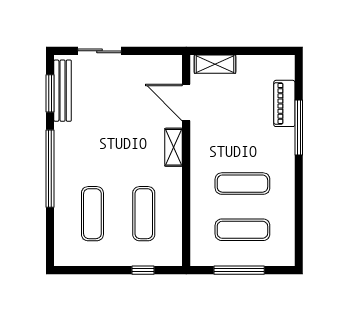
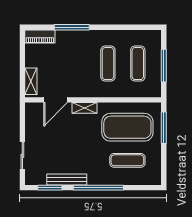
bench: (63, 91) -> (67, 180), moved
piano: (284, 103) -> (40, 36), moved
exercise mat: (144, 214) -> (127, 127), width x2.00, depth x1.45
window: (143, 270) -> (164, 128), width x2.17

